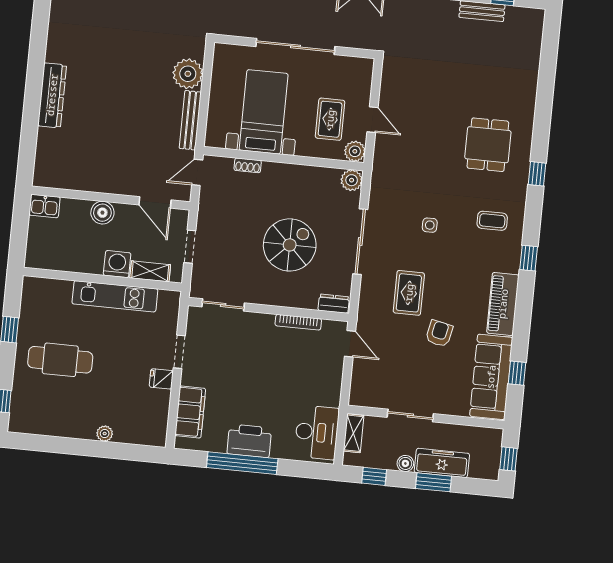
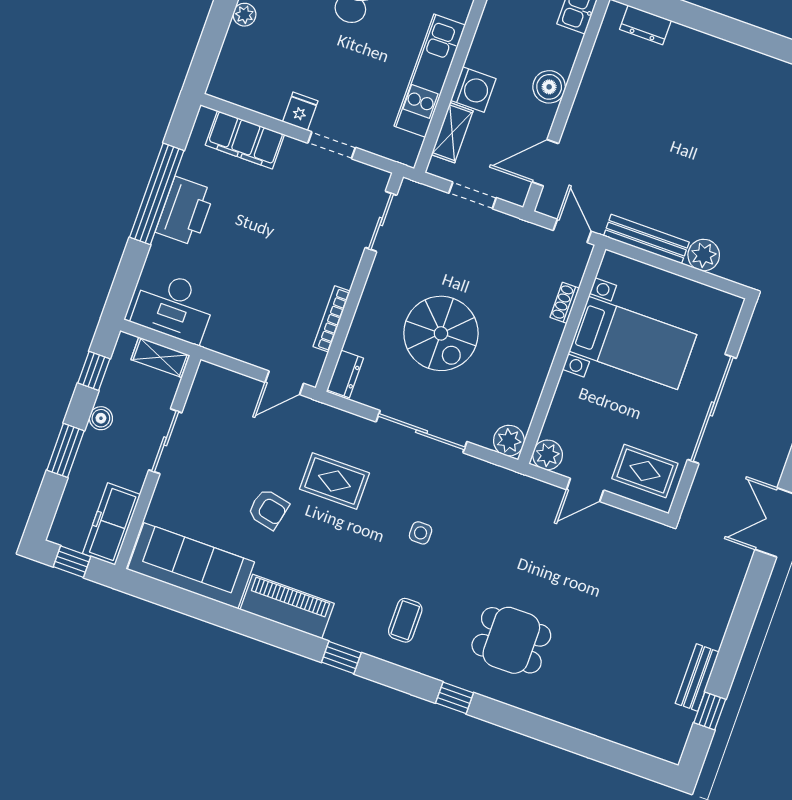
plant: (188, 74) -> (704, 255), width x0.73, depth x0.73
dresser: (52, 95) -> (645, 25), moved, width x0.51, depth x0.80
rug: (330, 119) -> (645, 471), moved
window: (517, 373) -> (187, 603), removed
freezer: (442, 463) -> (111, 524), moved, turned 180

